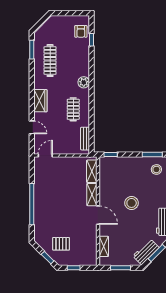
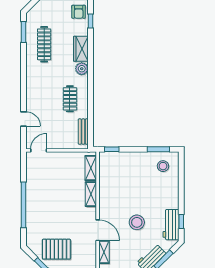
wardrobe: (40, 101) -> (81, 49), moved, turned 180
stool: (132, 203) -> (137, 222), moved
door: (98, 215) -> (98, 230), moved
pallet: (61, 244) -> (56, 249), width x1.50, depth x1.42

